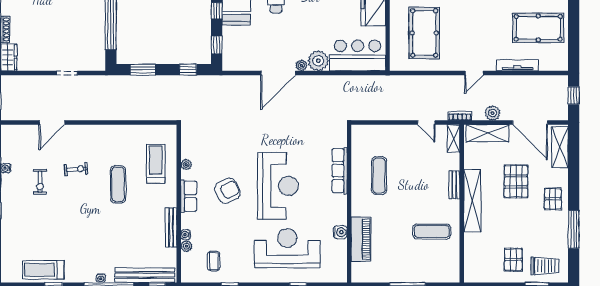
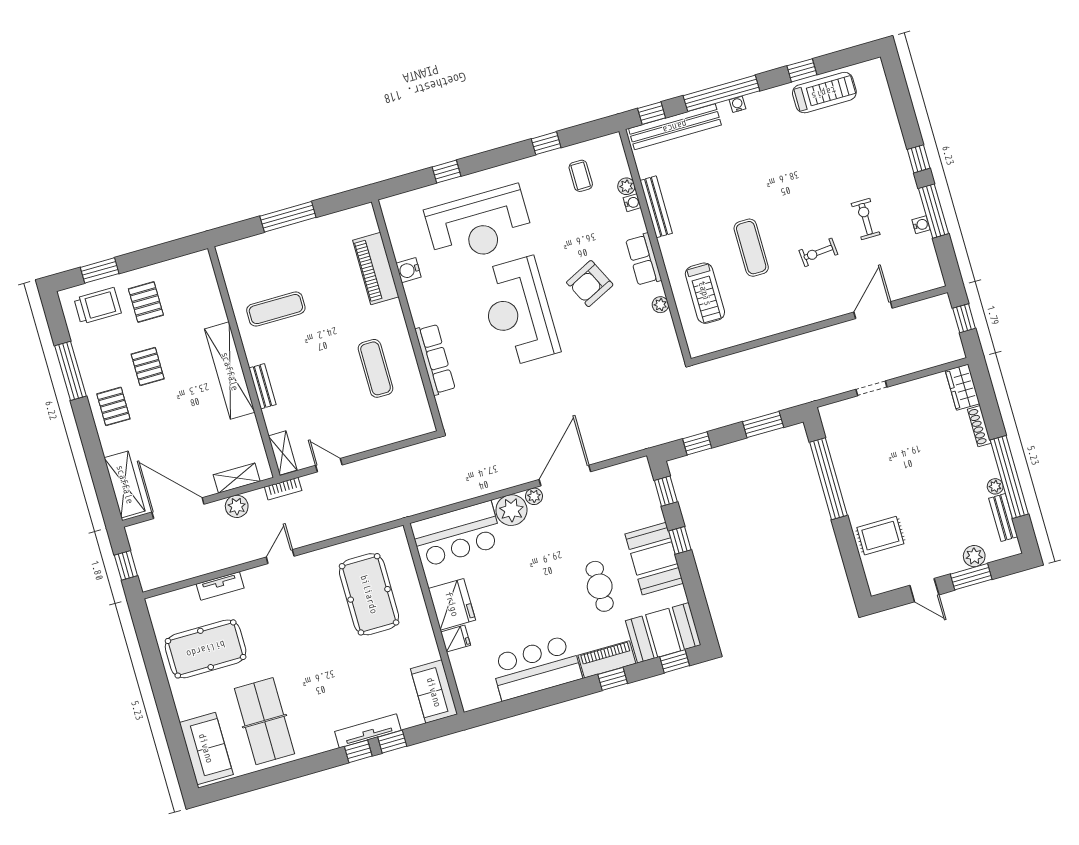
tv unit: (517, 65) -> (220, 586), width x0.71
shelving: (487, 133) -> (237, 478), width x0.67, depth x0.75
pallet: (516, 181) -> (148, 366), moved, width x0.67, depth x0.71
trolley: (545, 266) -> (98, 306), turned 180

